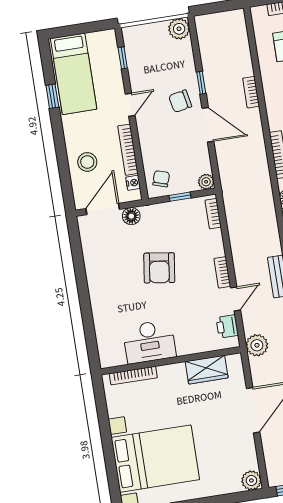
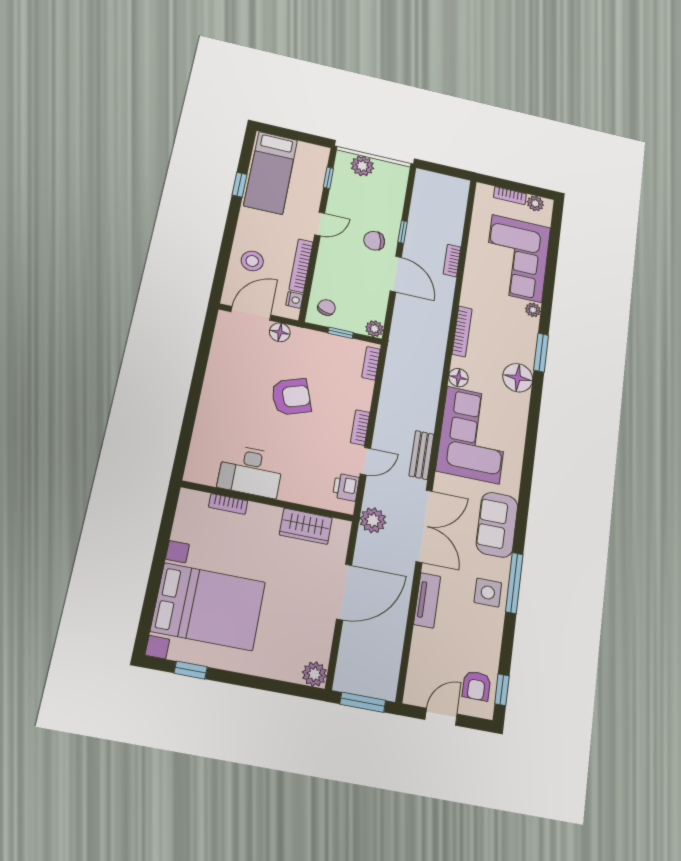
plant: (179, 29) -> (362, 166), moved
armchair: (159, 268) -> (291, 397), turned -117
bookcase: (133, 376) -> (228, 504), width x0.64

